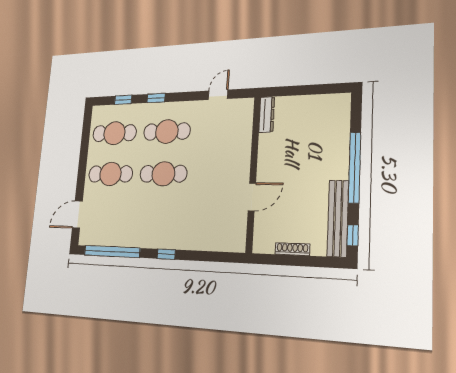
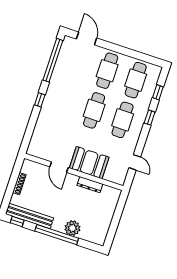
dresser: (267, 115) -> (90, 185), moved
plant: (337, 147) -> (72, 228), added
booth: (234, 156) -> (89, 163), added

